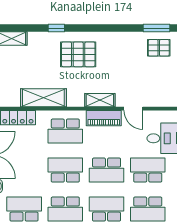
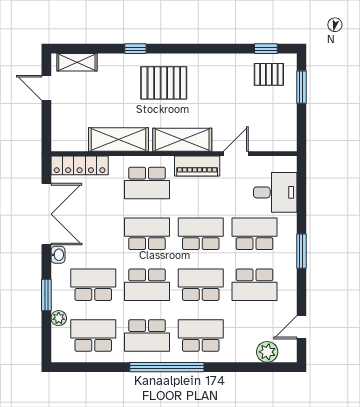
window: (156, 28) -> (266, 49), width x0.67
shelving: (100, 100) -> (182, 140), width x1.50, depth x1.33
door: (133, 109) -> (236, 154), swing flipped
school desk: (107, 170) -> (201, 234), turned 180

